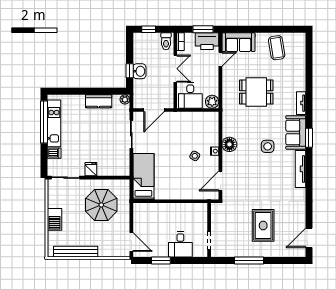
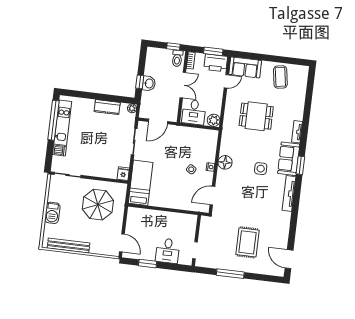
window: (149, 29) -> (173, 47), moved
fridge: (91, 169) -> (123, 174), moved
door: (309, 238) -> (289, 259), hinge flipped

